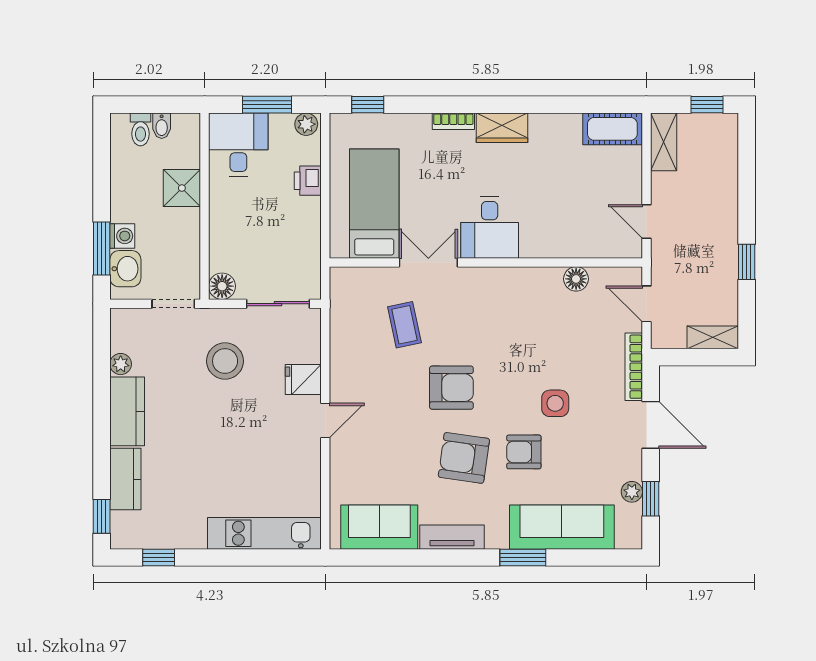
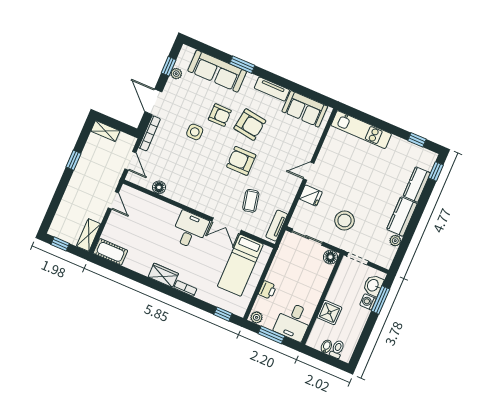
tv unit: (340, 301) -> (277, 226), added

